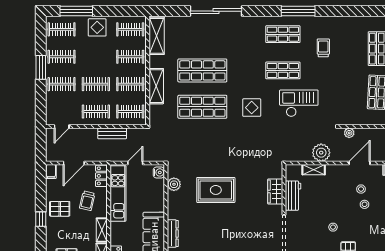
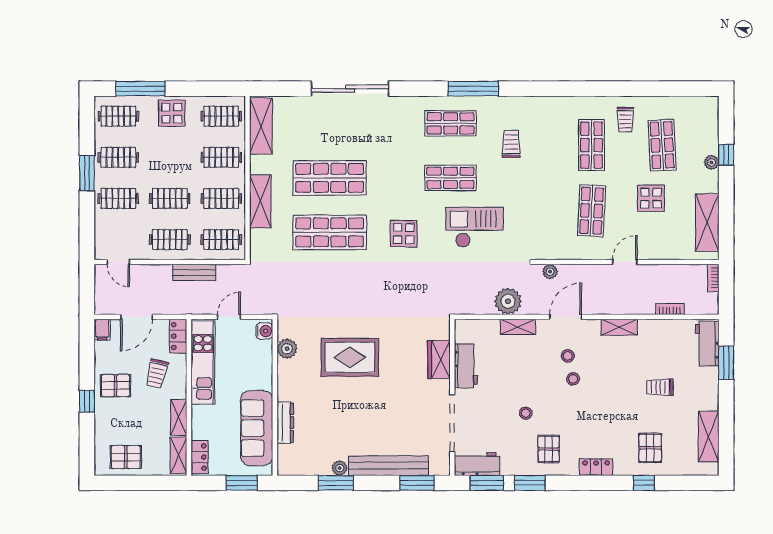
door: (62, 126) -> (118, 262), hinge flipped
shelving: (314, 170) -> (518, 327), moved

